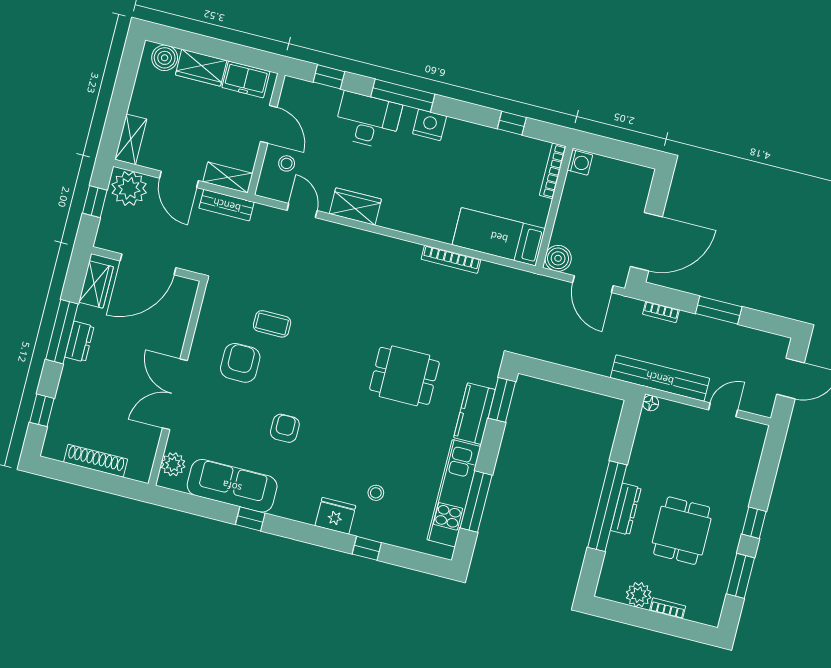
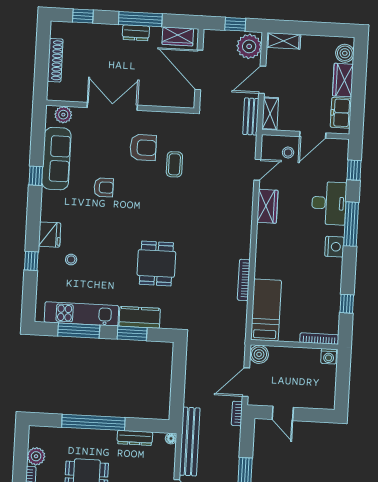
door: (646, 242) -> (283, 413), width x0.53
bookcase: (661, 312) -> (237, 413), moved
window: (502, 400) -> (132, 333), moved
dresser: (626, 509) -> (135, 438), moved

